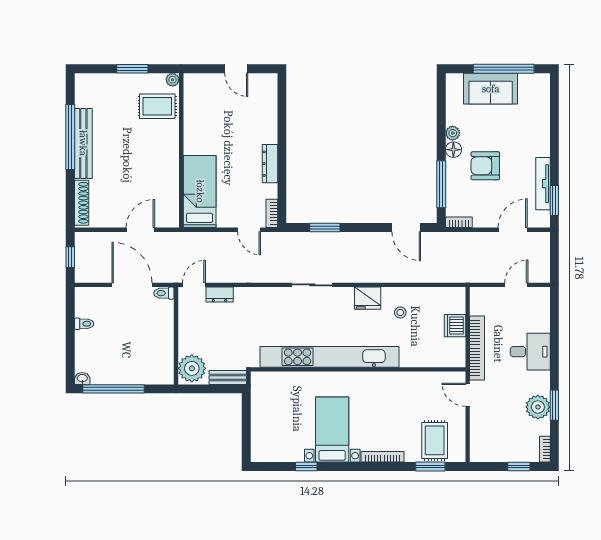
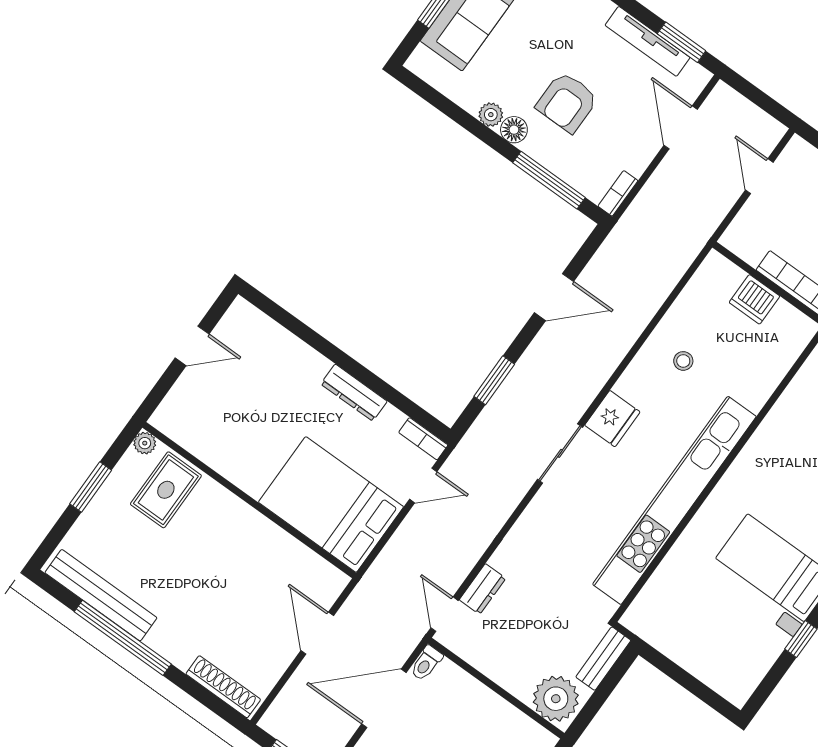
bench: (83, 143) -> (101, 595), moved
bed: (200, 191) -> (331, 504), width x1.50
door: (406, 227) -> (554, 297), moved
fridge: (368, 298) -> (612, 419), moved

